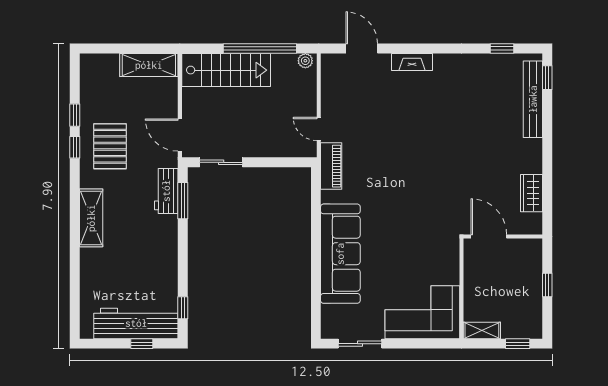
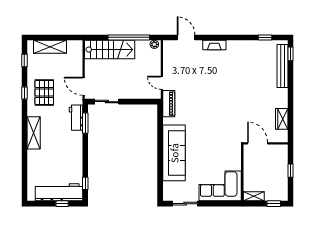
shelving: (149, 65) -> (50, 47), moved
window: (75, 115) -> (24, 60), moved

